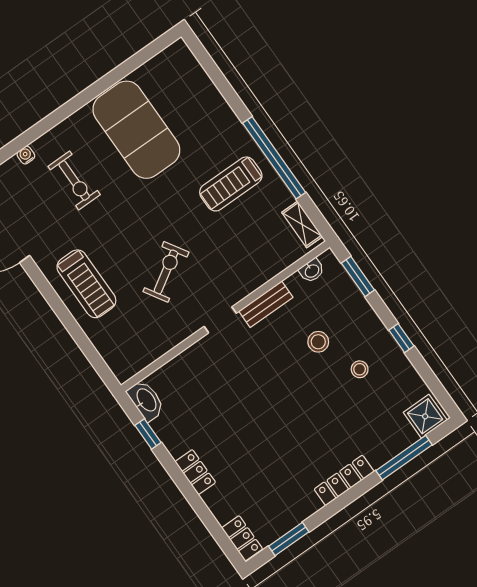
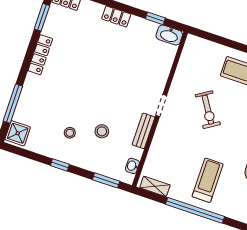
locker: (344, 480) -> (40, 55), moved

